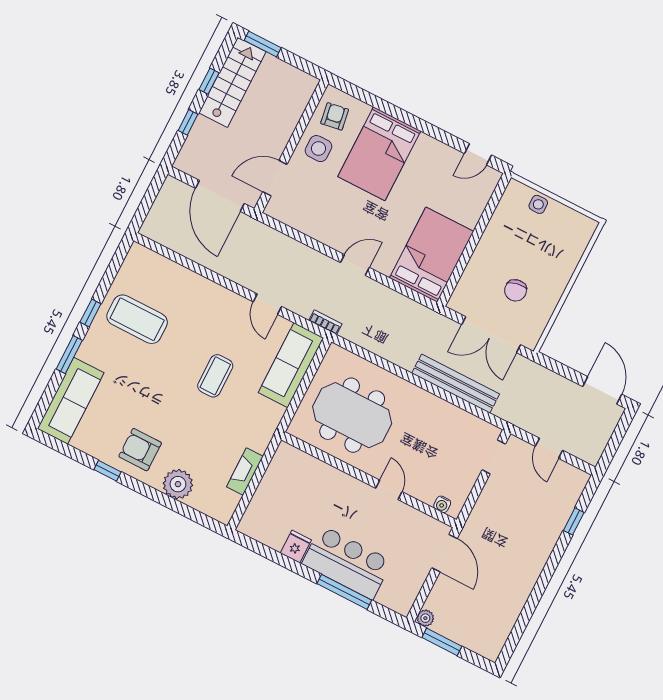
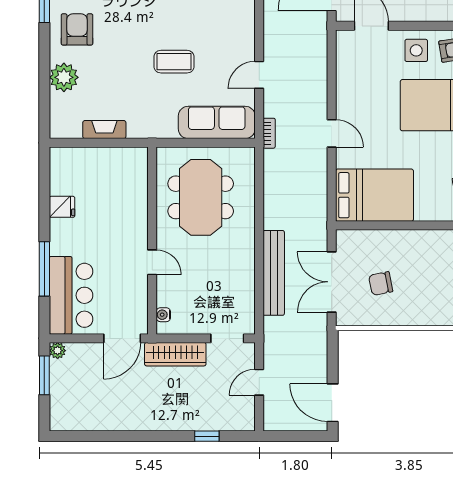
door: (602, 390) -> (333, 403), swing flipped
door: (389, 490) -> (152, 262), hinge flipped
wardrobe: (484, 512) -> (175, 354), added
bar counter: (347, 562) -> (71, 295), moved

